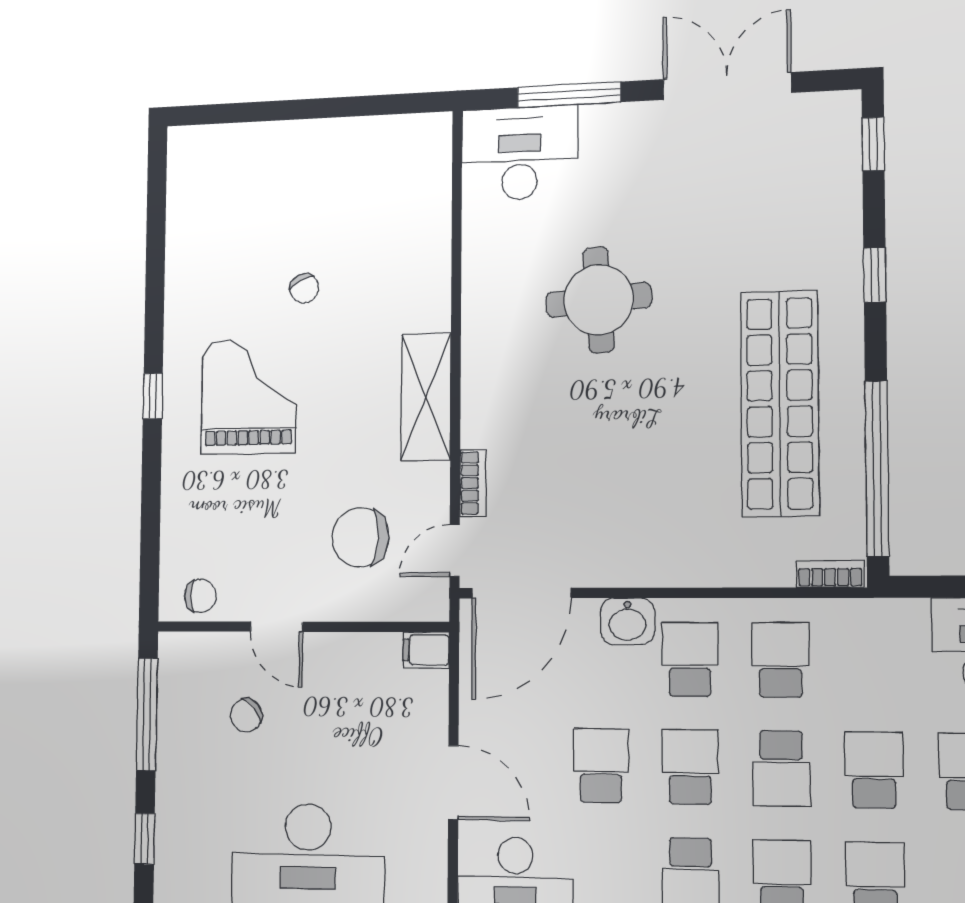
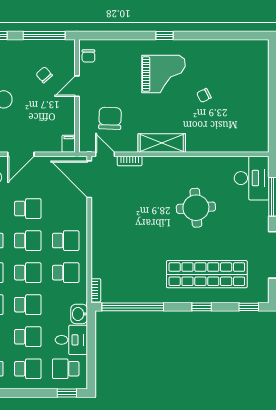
shop shelf: (780, 403) -> (207, 274), moved
washbasin: (627, 621) -> (79, 314), moved
school desk: (781, 768) -> (28, 273), turned 180

